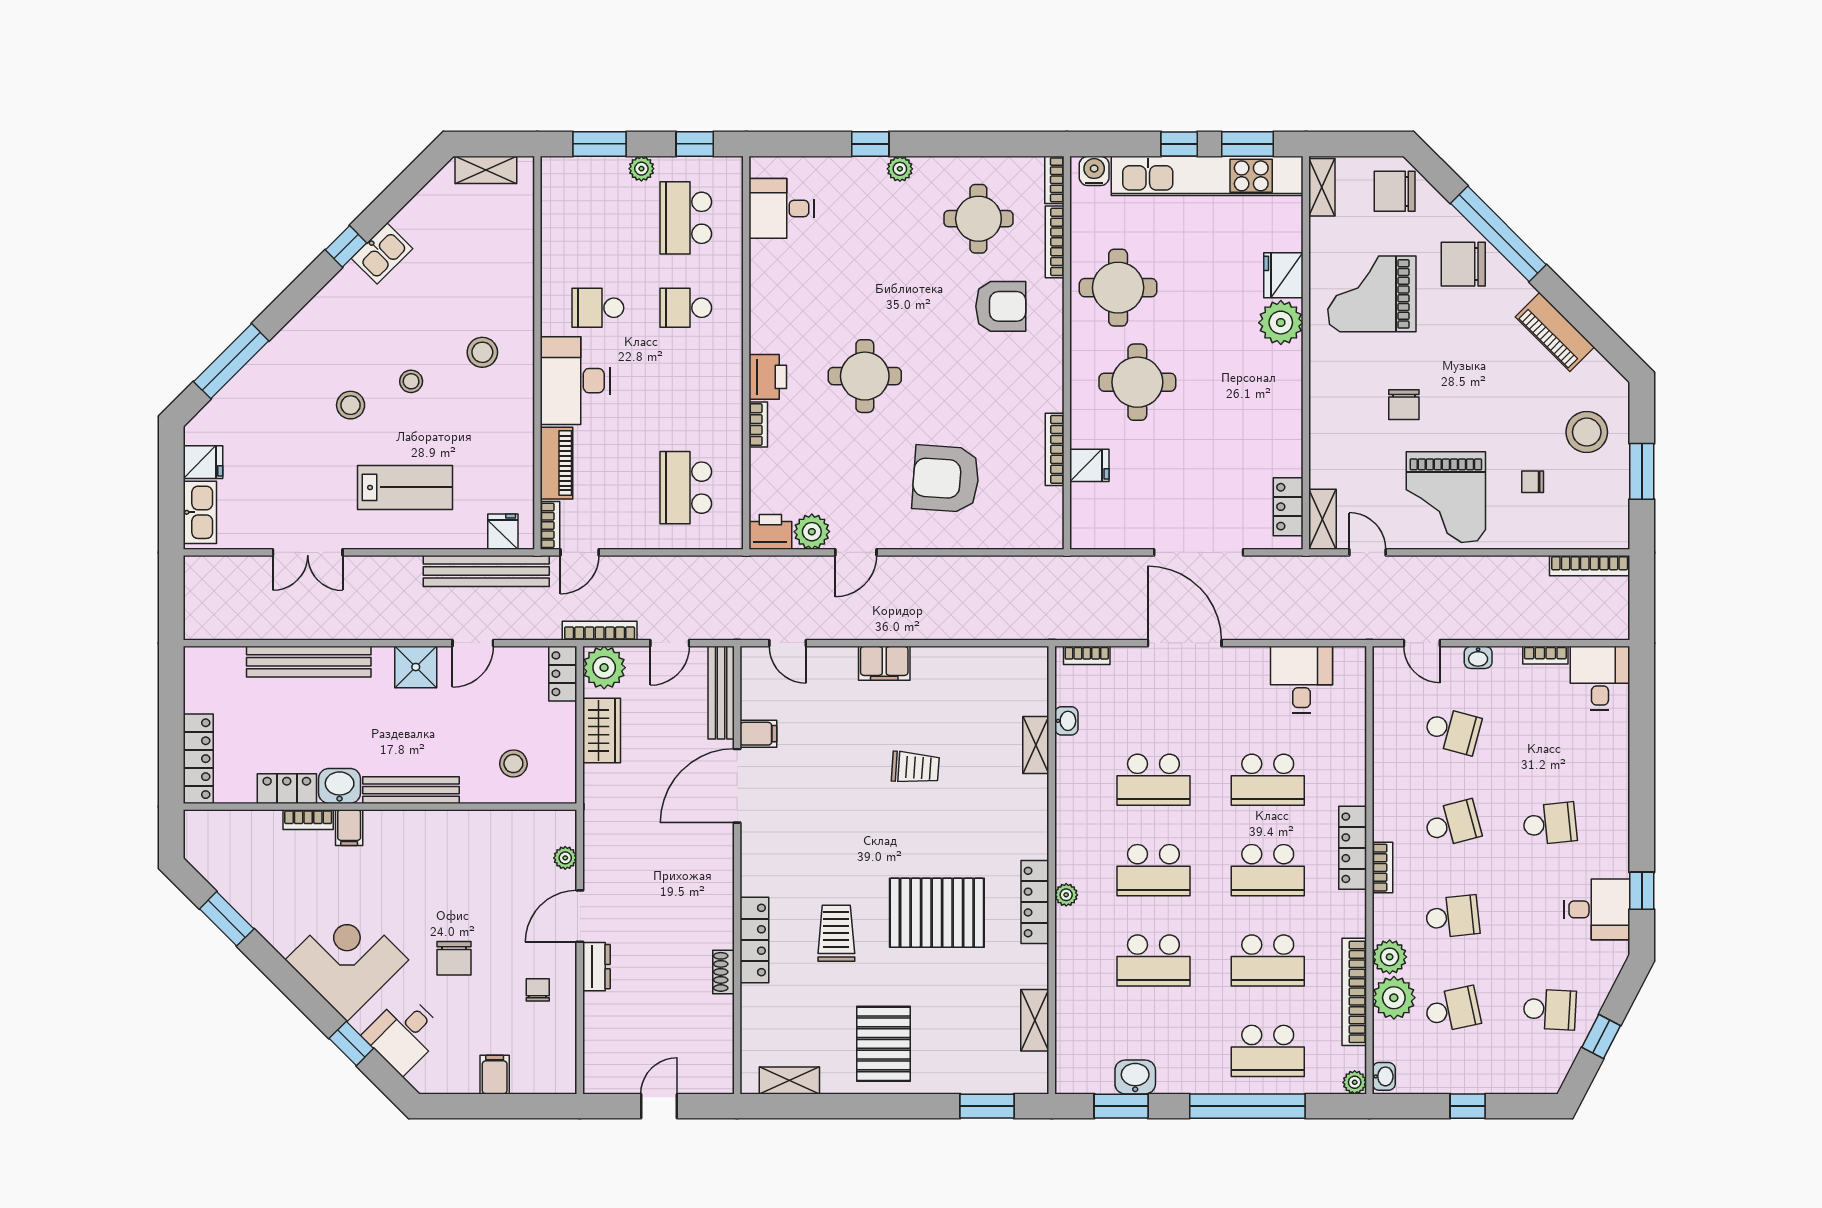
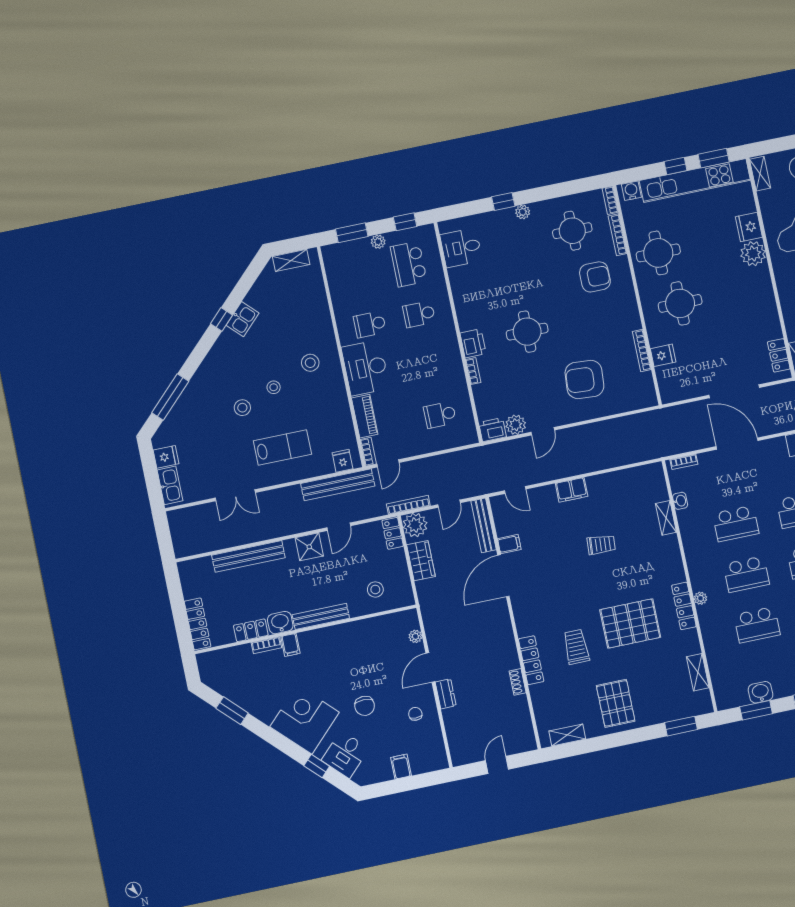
school desk: (686, 488) -> (440, 415), width x0.54

